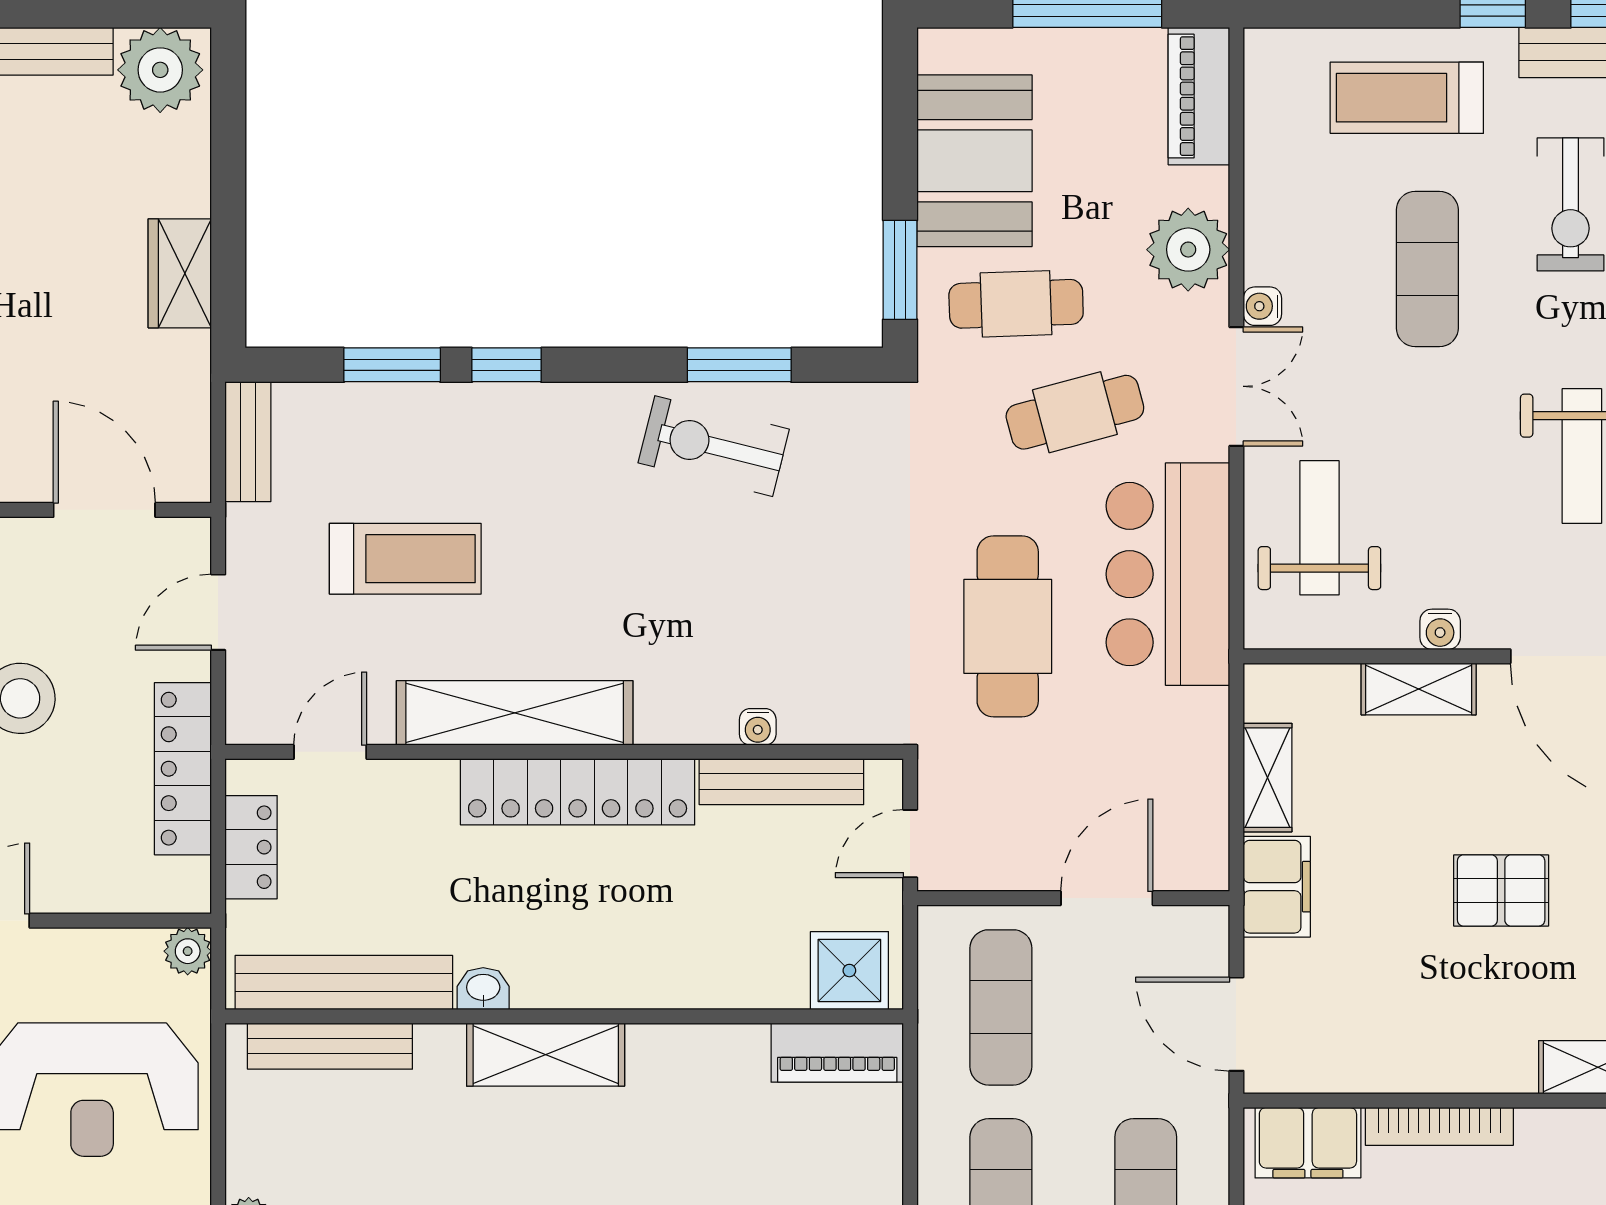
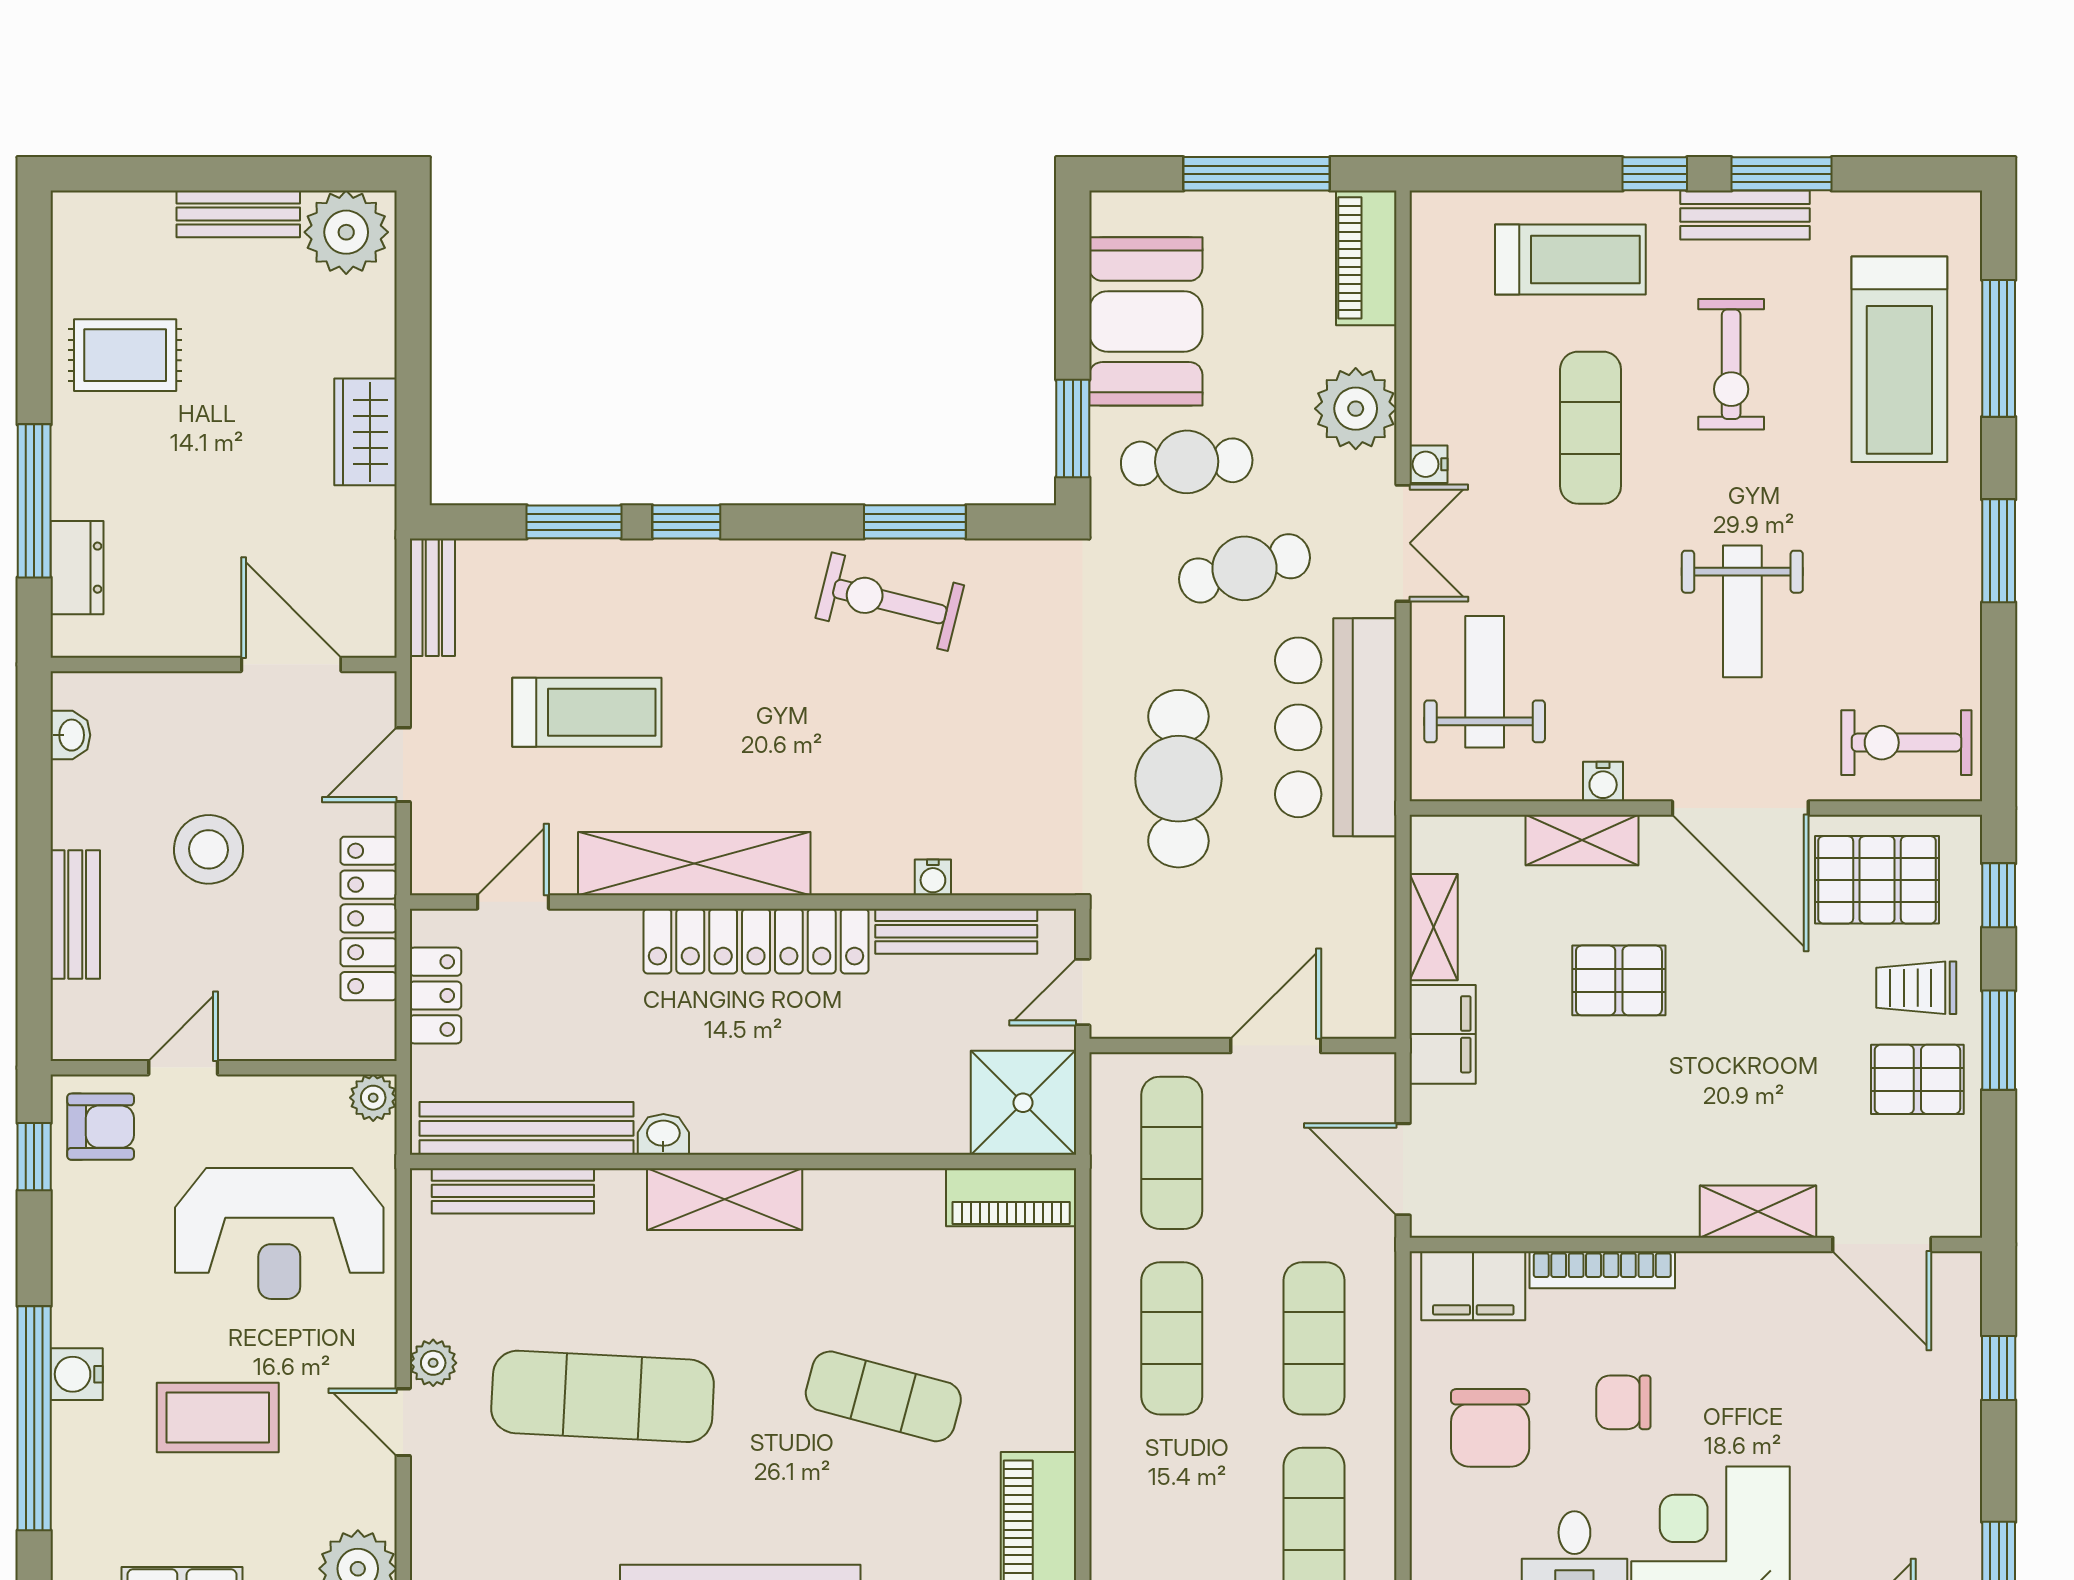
treadmill: (1407, 98) -> (1570, 260), turned 180
pallet: (1501, 890) -> (1619, 980), moved
shower: (849, 971) -> (1023, 1103), width x1.36, depth x1.36

